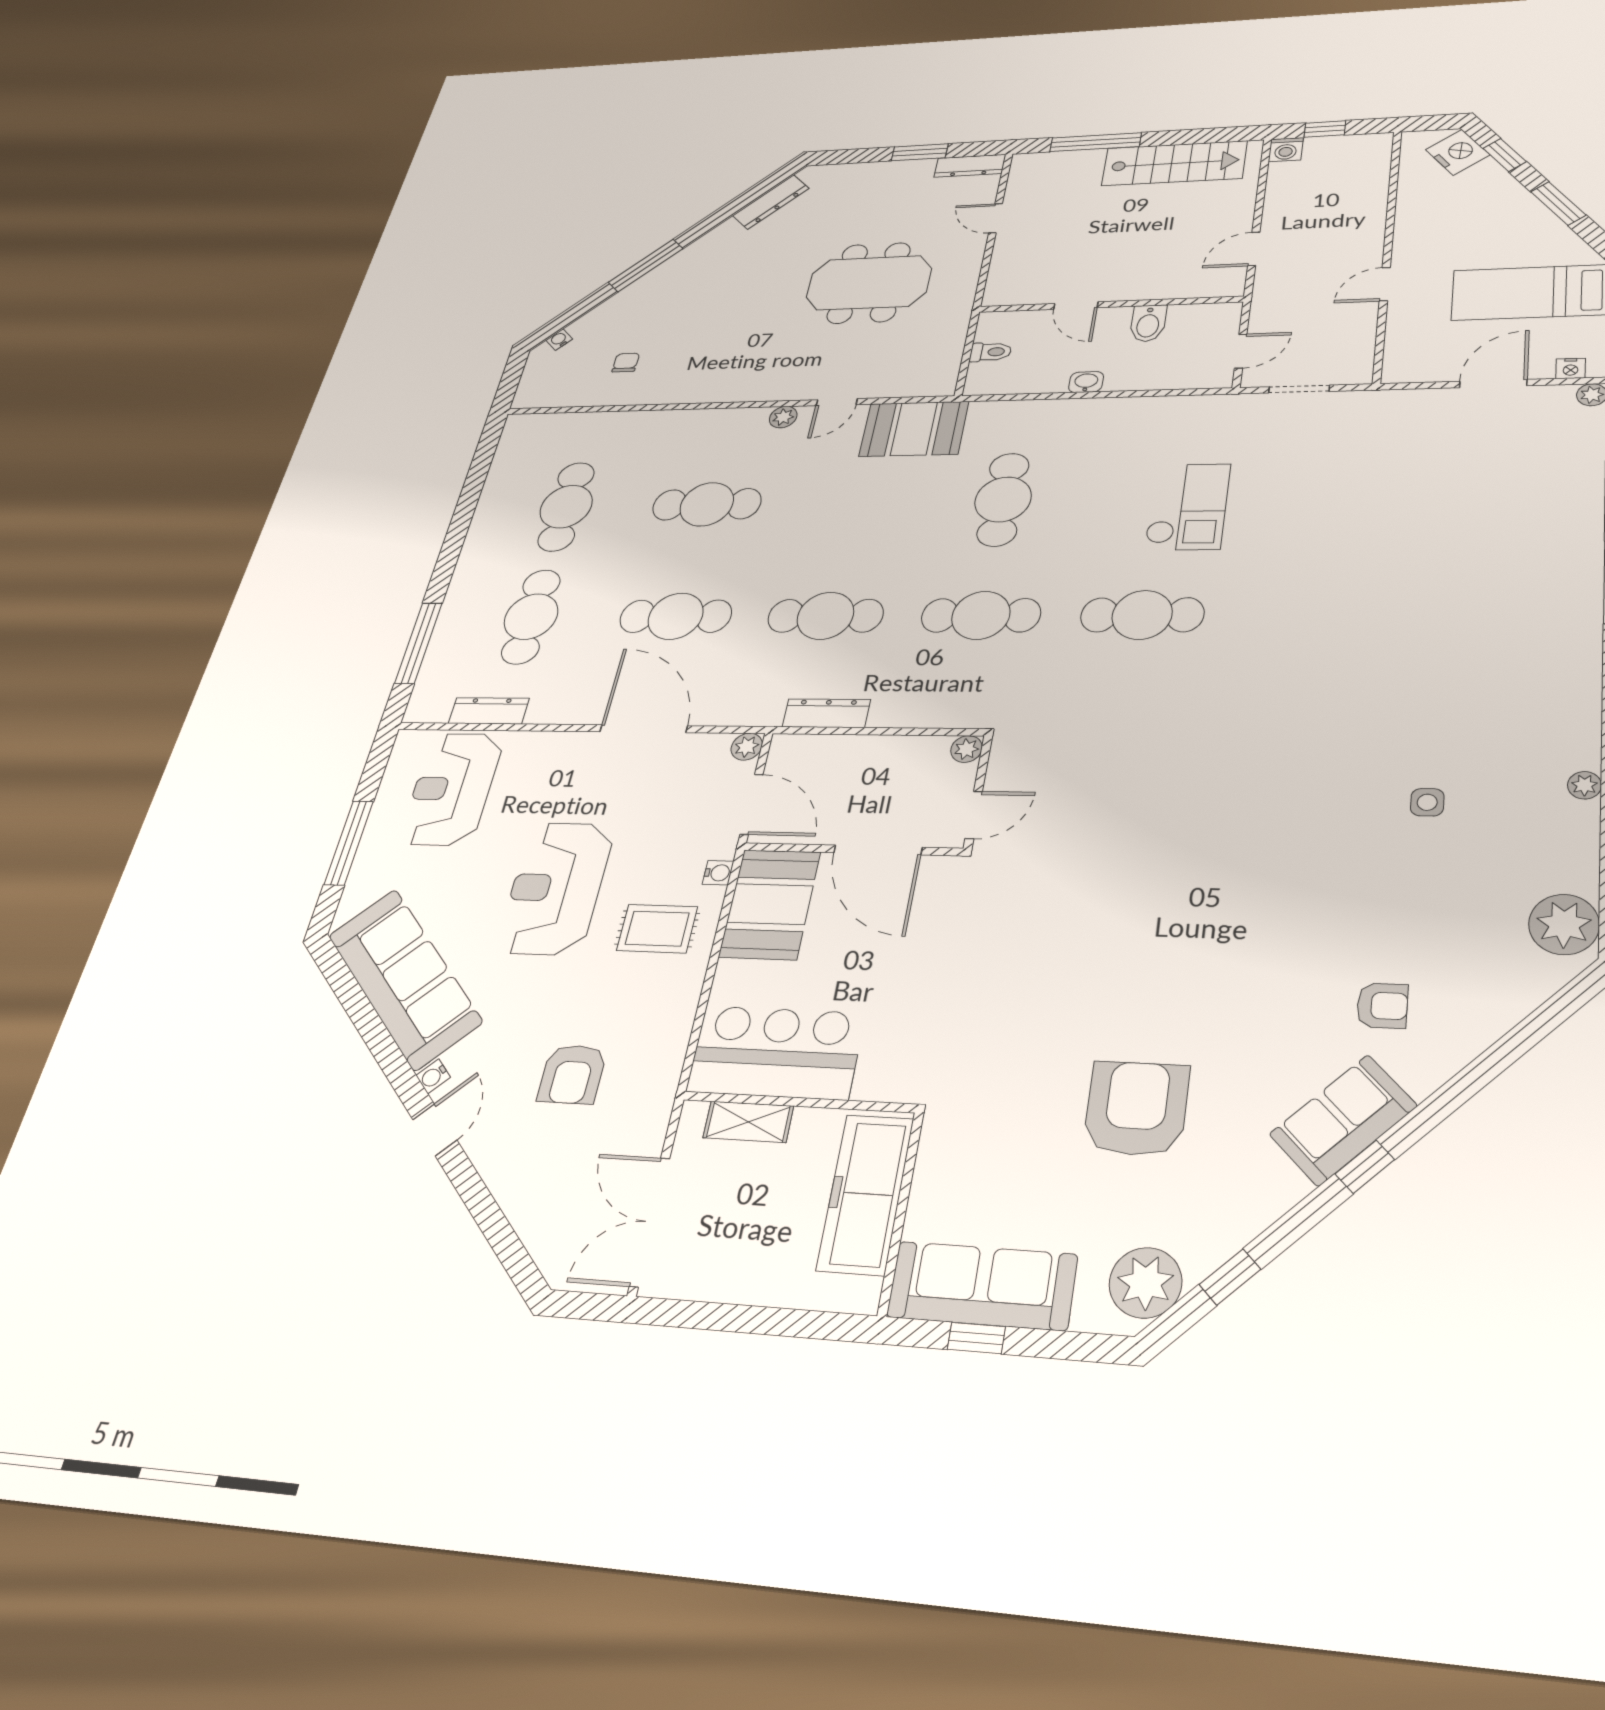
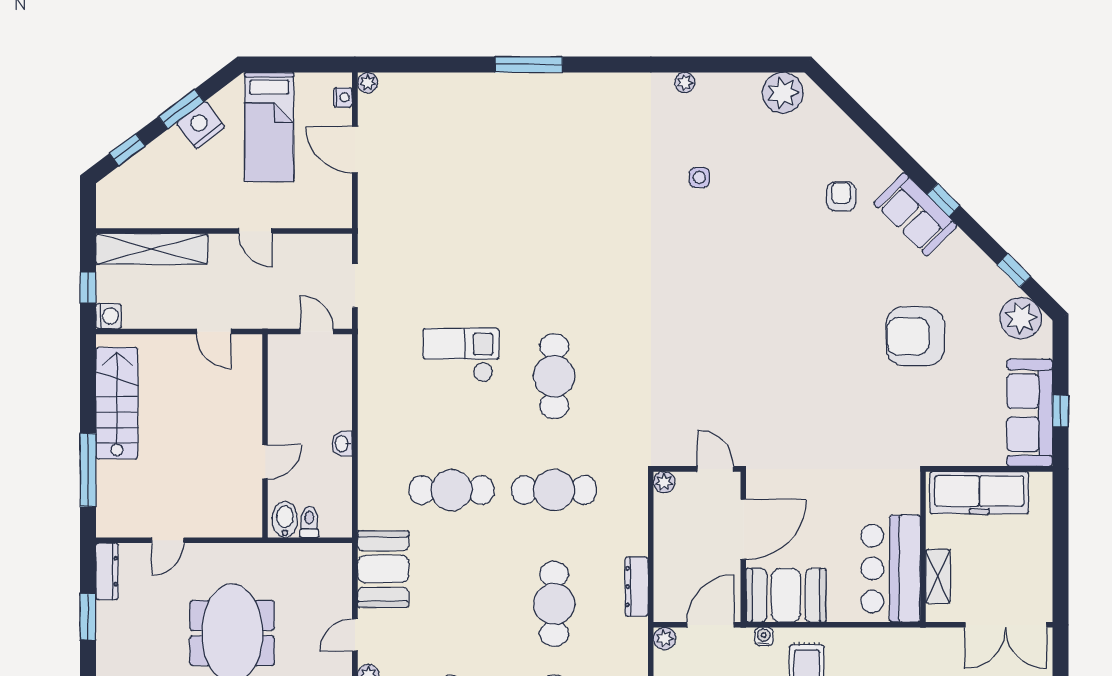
nightstand: (1458, 152) -> (201, 125), moved
shelving: (1369, 185) -> (152, 249), added
bidet: (1148, 323) -> (285, 519), moved, turned -90
door: (837, 402) -> (355, 635), swing flipped
cafe table: (981, 615) -> (554, 490), turned 90

